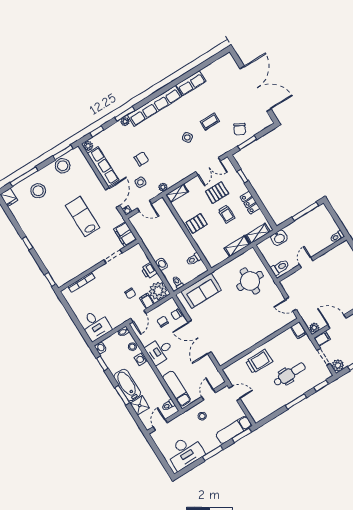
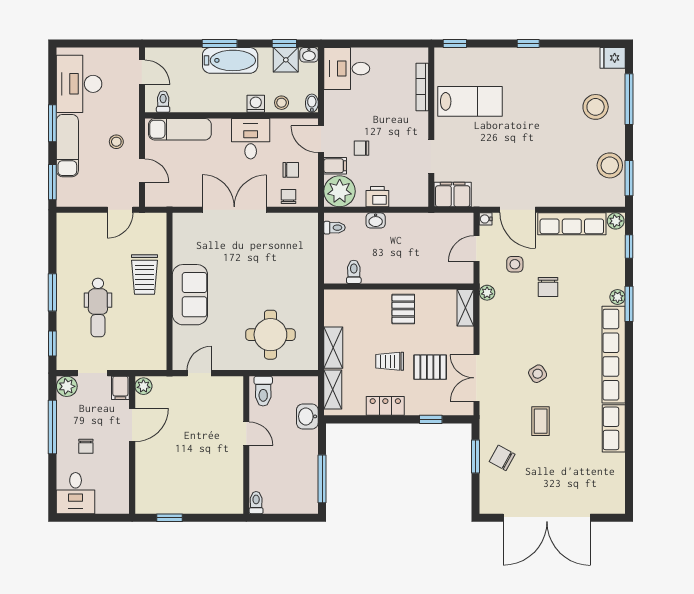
pallet: (217, 192) -> (430, 367), turned 90
lab bench: (83, 216) -> (470, 101), moved
sofa: (201, 291) -> (190, 295), moved, turned 180
filing cabinet: (299, 330) -> (154, 361), removed
shower: (140, 406) -> (286, 60), moved
exam couch: (234, 430) -> (67, 146), moved

